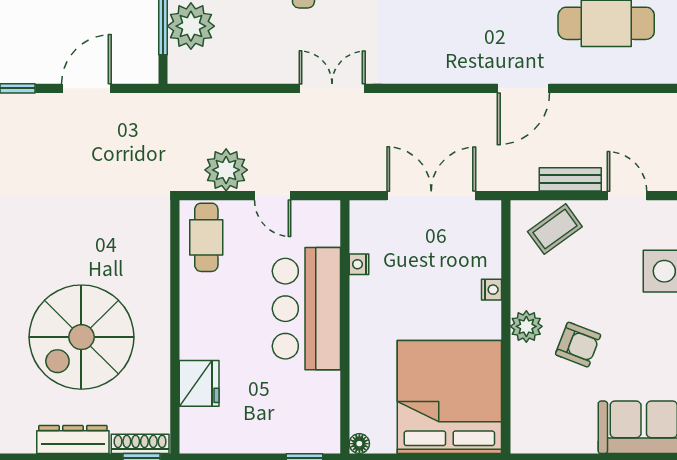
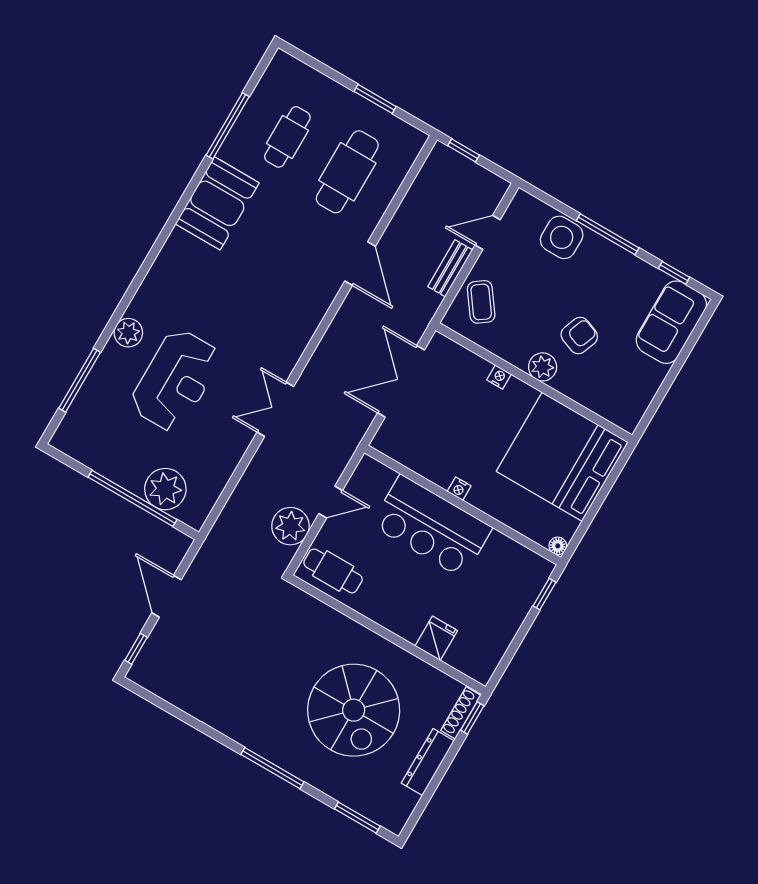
nightstand: (359, 264) -> (459, 489), moved
fridge: (199, 383) -> (436, 638), width x0.72

